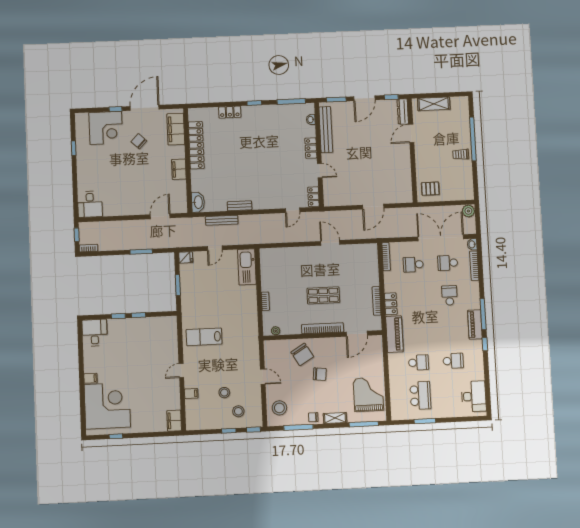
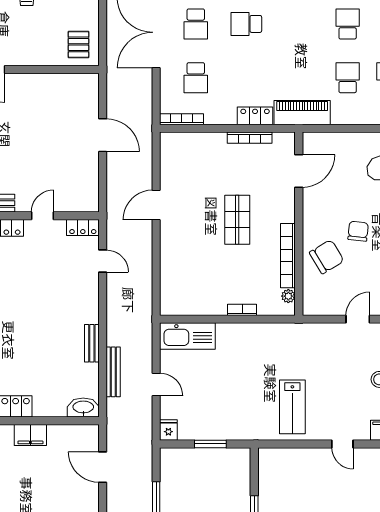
bookcase: (323, 328) -> (288, 256), moved
door: (357, 334) -> (299, 171), hinge flipped

